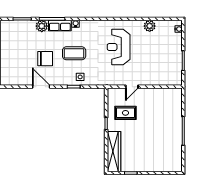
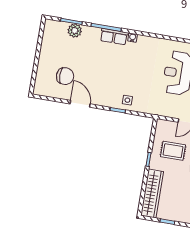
plant: (42, 26) -> (75, 31), moved
coffee table: (74, 53) -> (125, 72), removed
chair: (45, 59) -> (65, 76), moved

